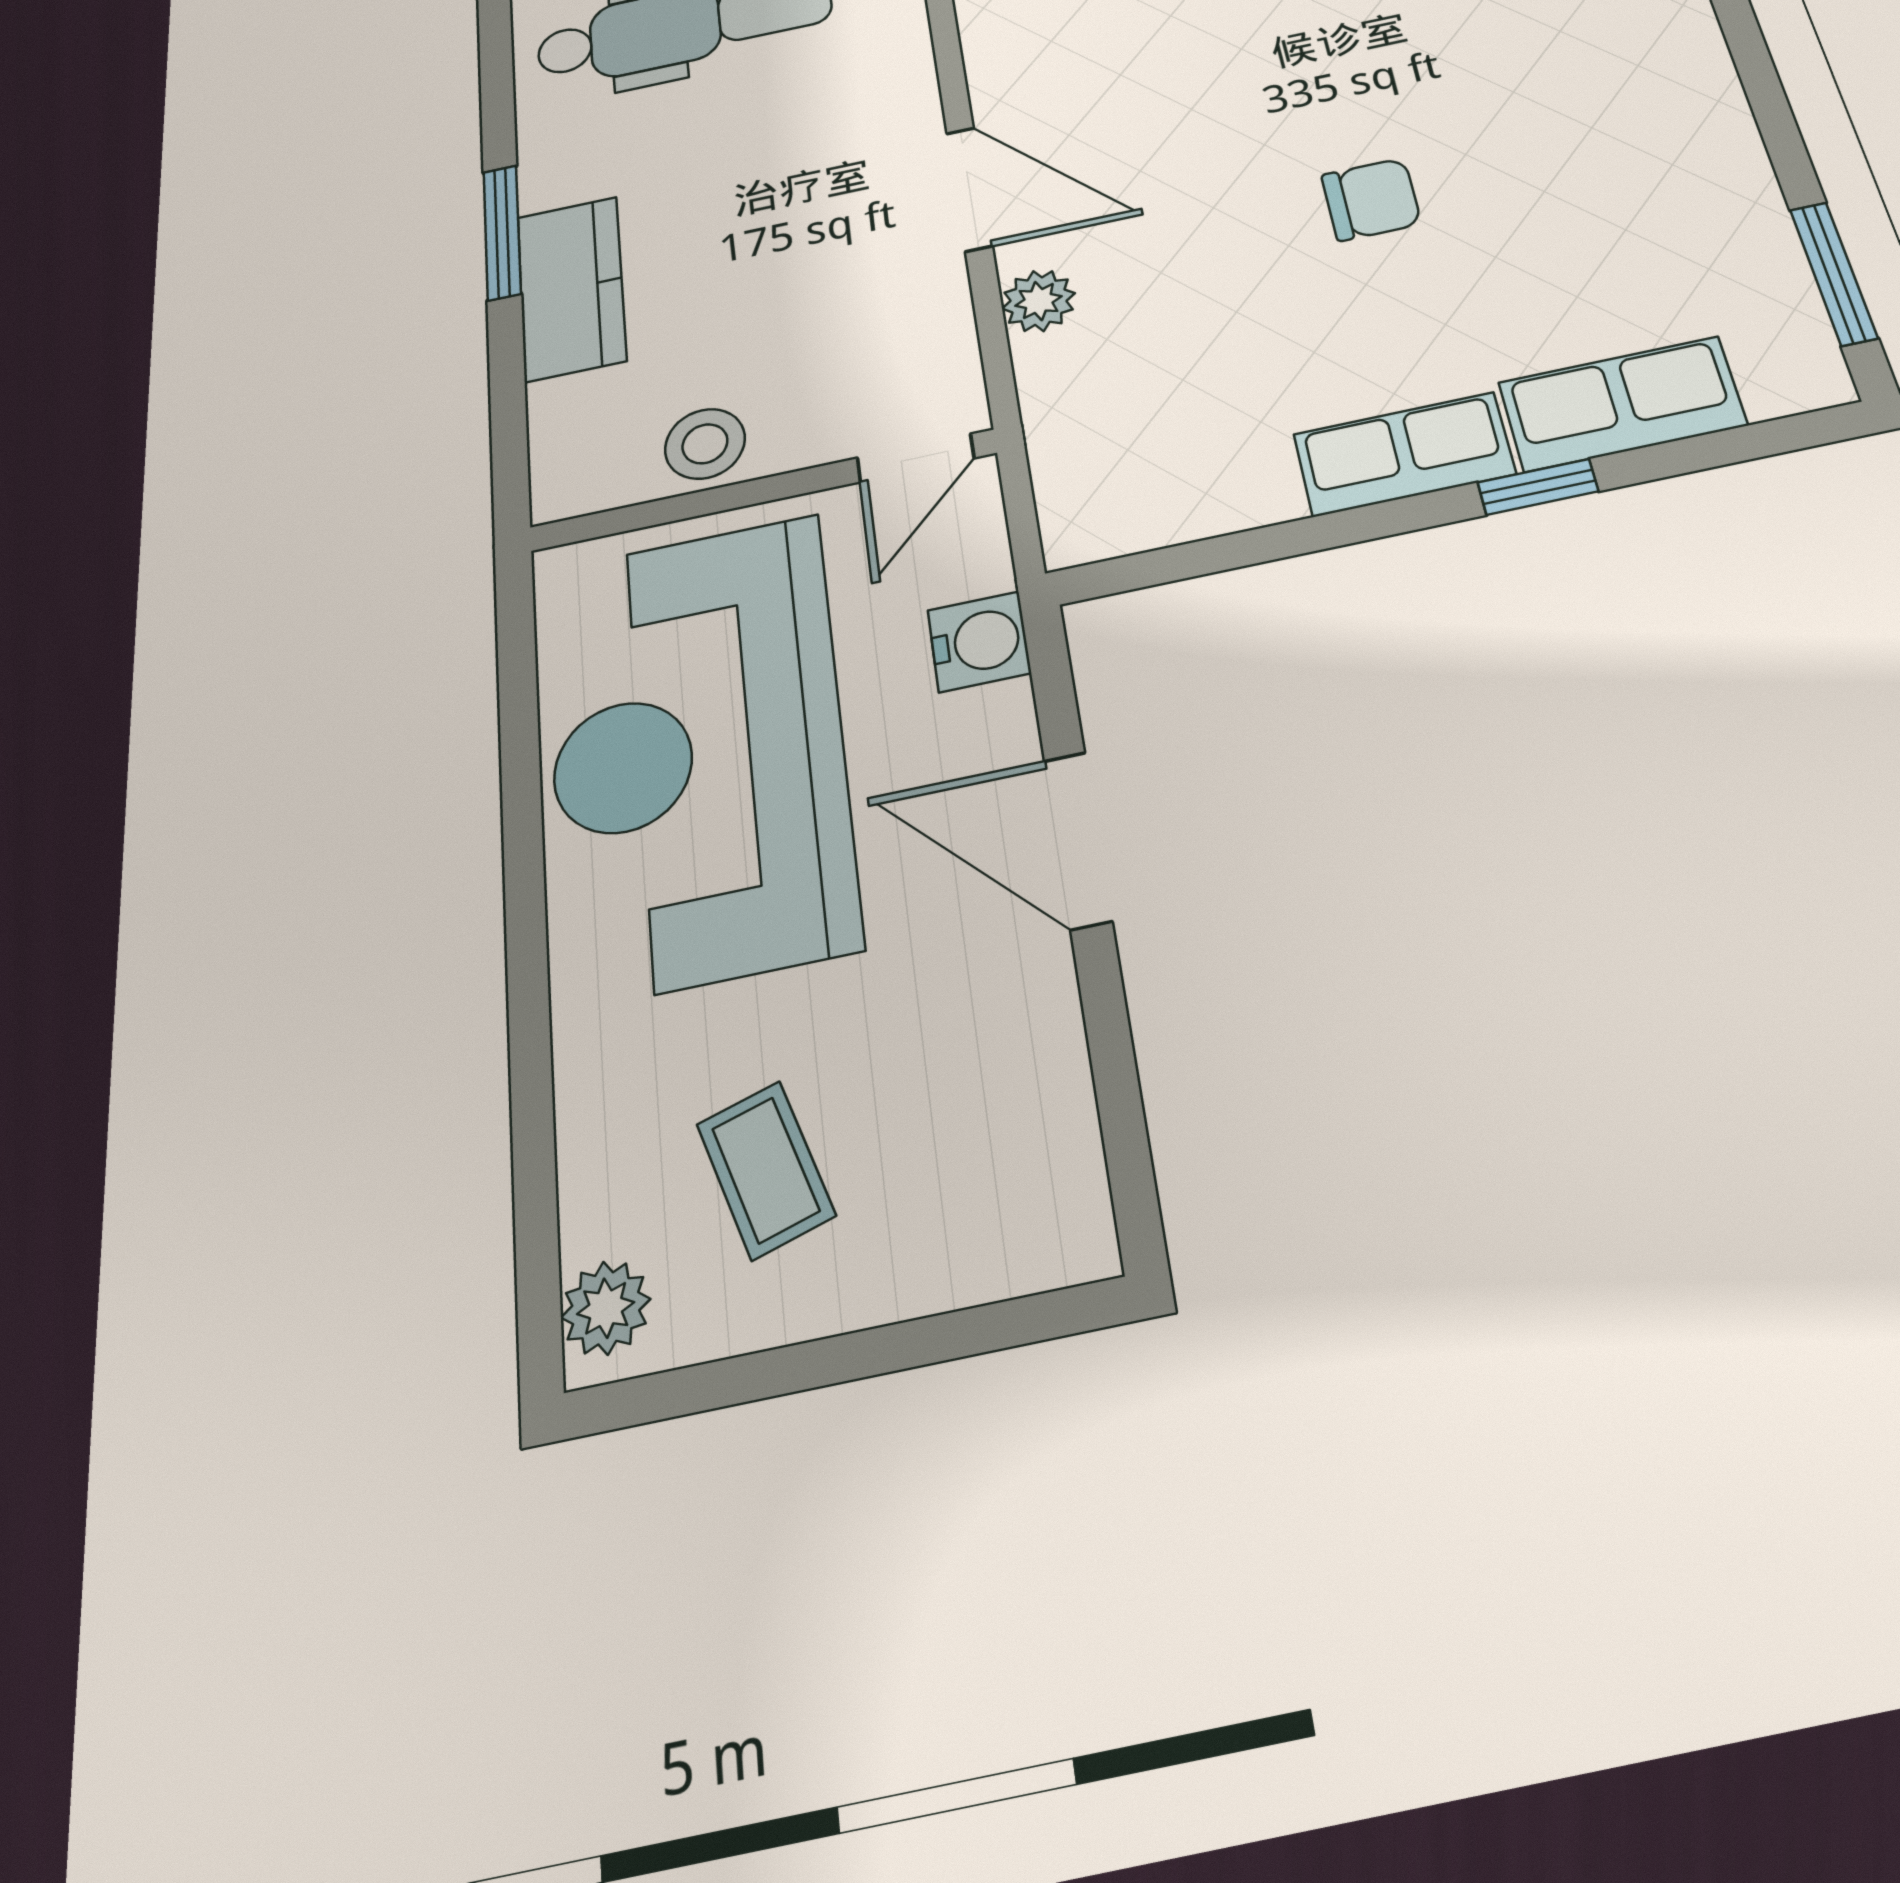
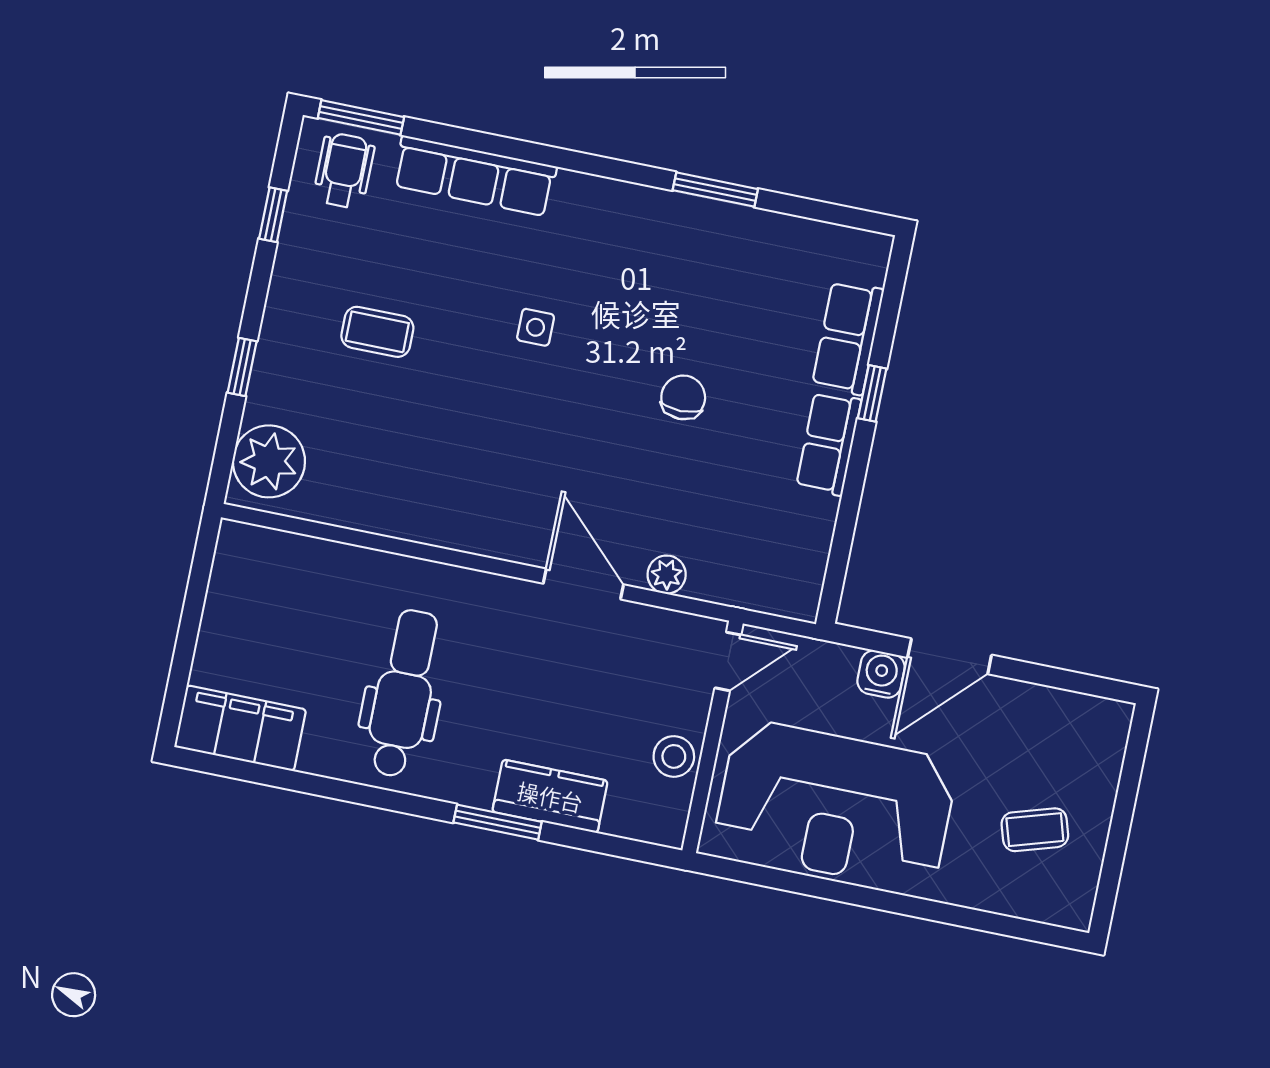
door: (969, 189) -> (583, 584), hinge flipped
window: (1834, 273) -> (715, 190), moved
door: (916, 458) -> (728, 661), hinge flipped
water cooler: (979, 642) -> (881, 674), moved
plant: (606, 1308) -> (1063, 909), removed

